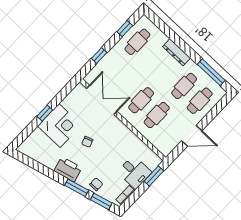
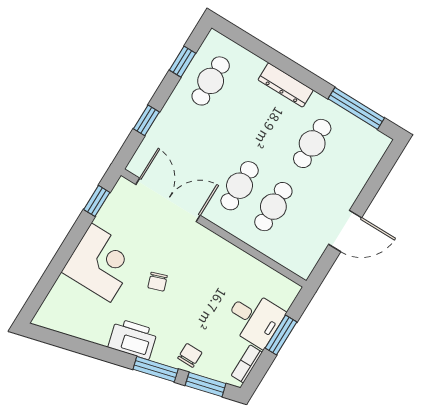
cafe table: (200, 101) -> (346, 164), removed
window: (45, 113) -> (97, 201), moved
window: (154, 176) -> (281, 335), moved

